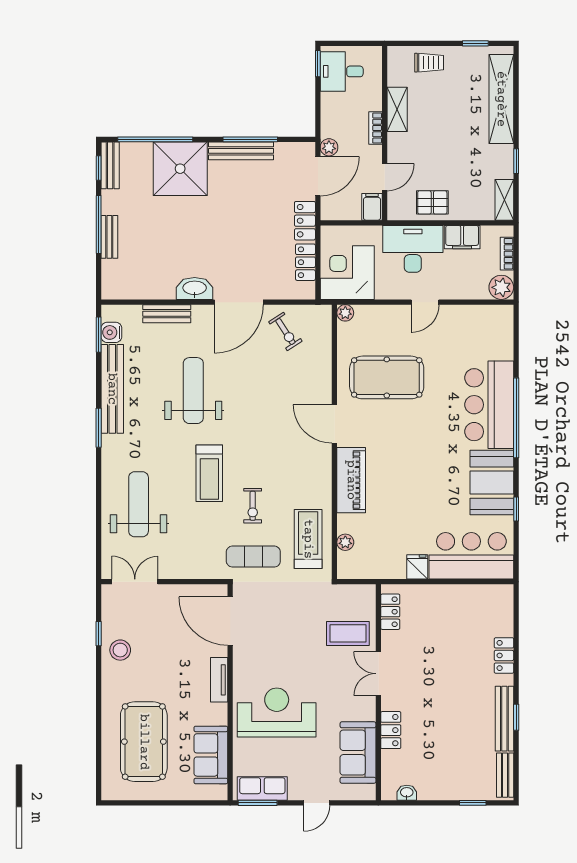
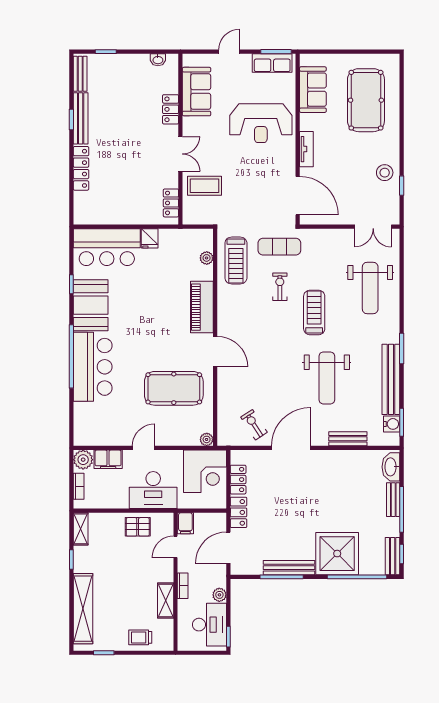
desk: (342, 71) -> (209, 625), width x1.37
plant: (329, 147) -> (219, 595), moved
filing cabinet: (462, 237) -> (108, 459), moved, turned 180
washbasin: (195, 289) -> (391, 467), moved, turned 90
locker: (504, 655) -> (81, 168), width x1.53

